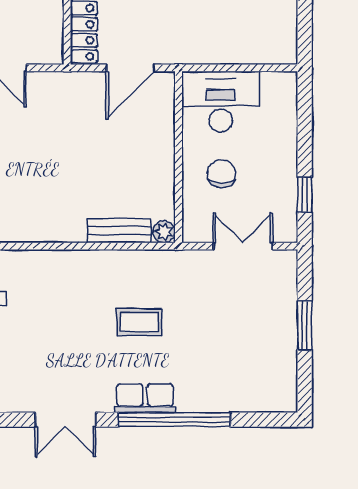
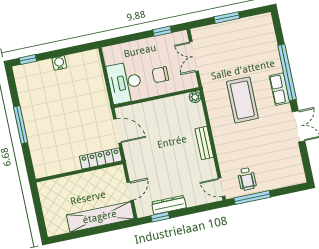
bench: (119, 231) -> (204, 143), moved
coffee table: (139, 322) -> (242, 100), width x1.86, depth x1.72

